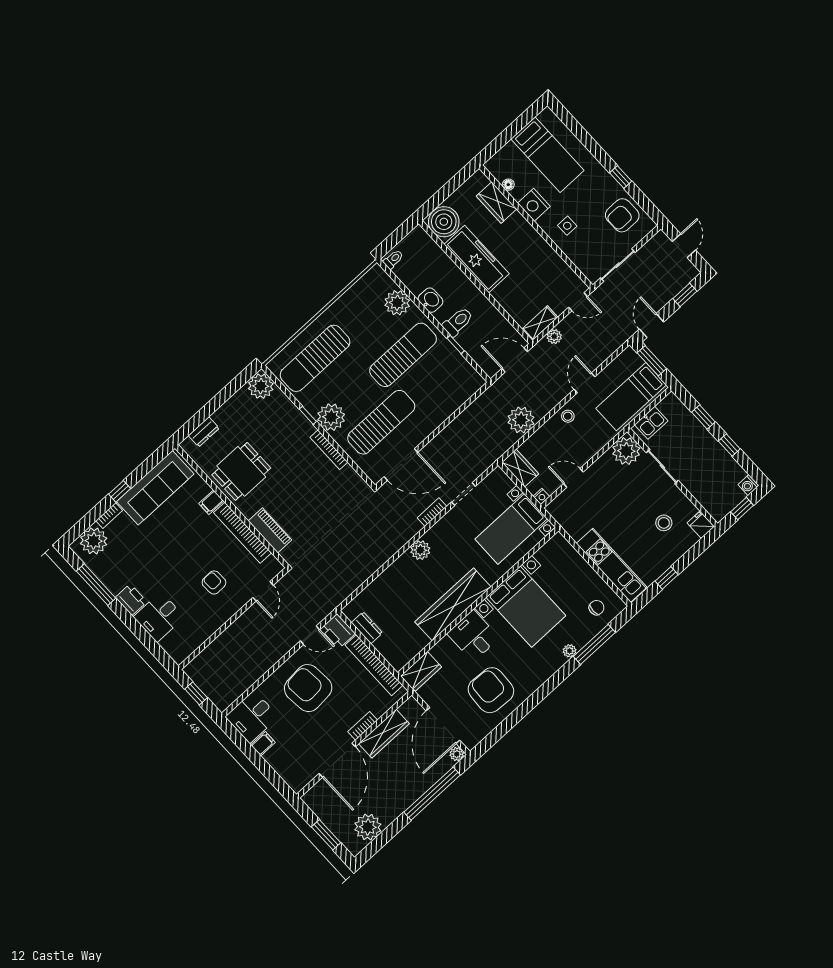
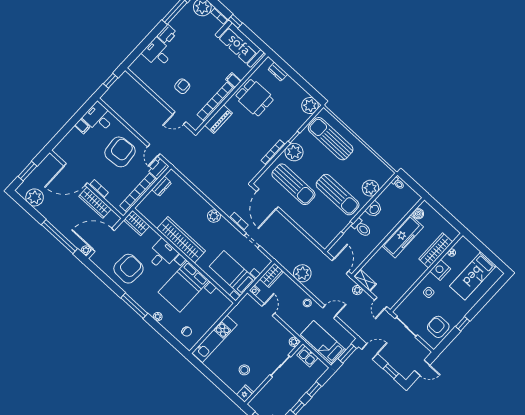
wardrobe: (496, 203) -> (436, 250), width x1.50
boiler: (444, 222) -> (418, 214), width x0.54, depth x0.54
plant: (626, 451) -> (294, 342), width x0.53, depth x0.53
window: (667, 578) -> (209, 375), removed
window: (594, 644) -> (134, 306), moved

